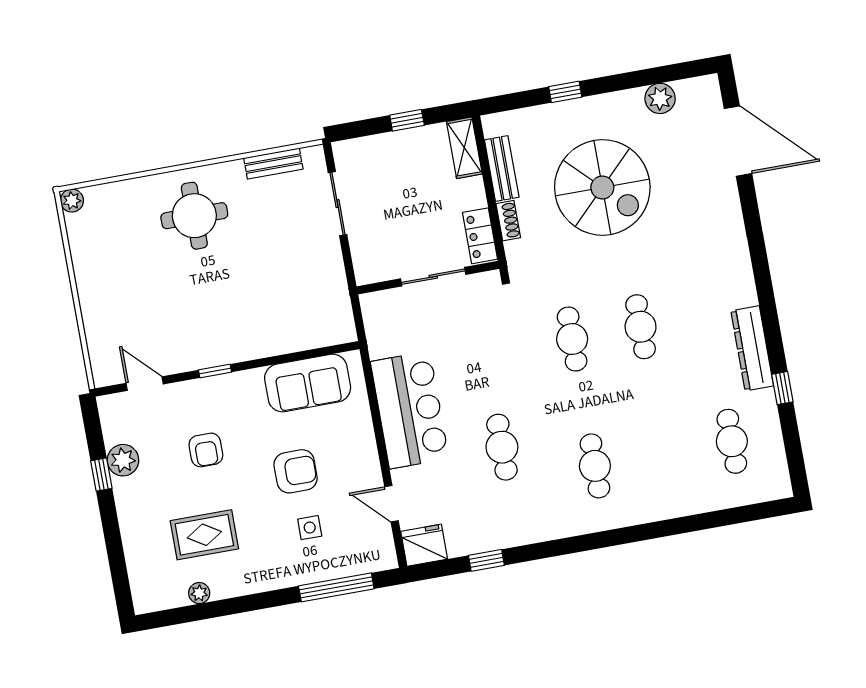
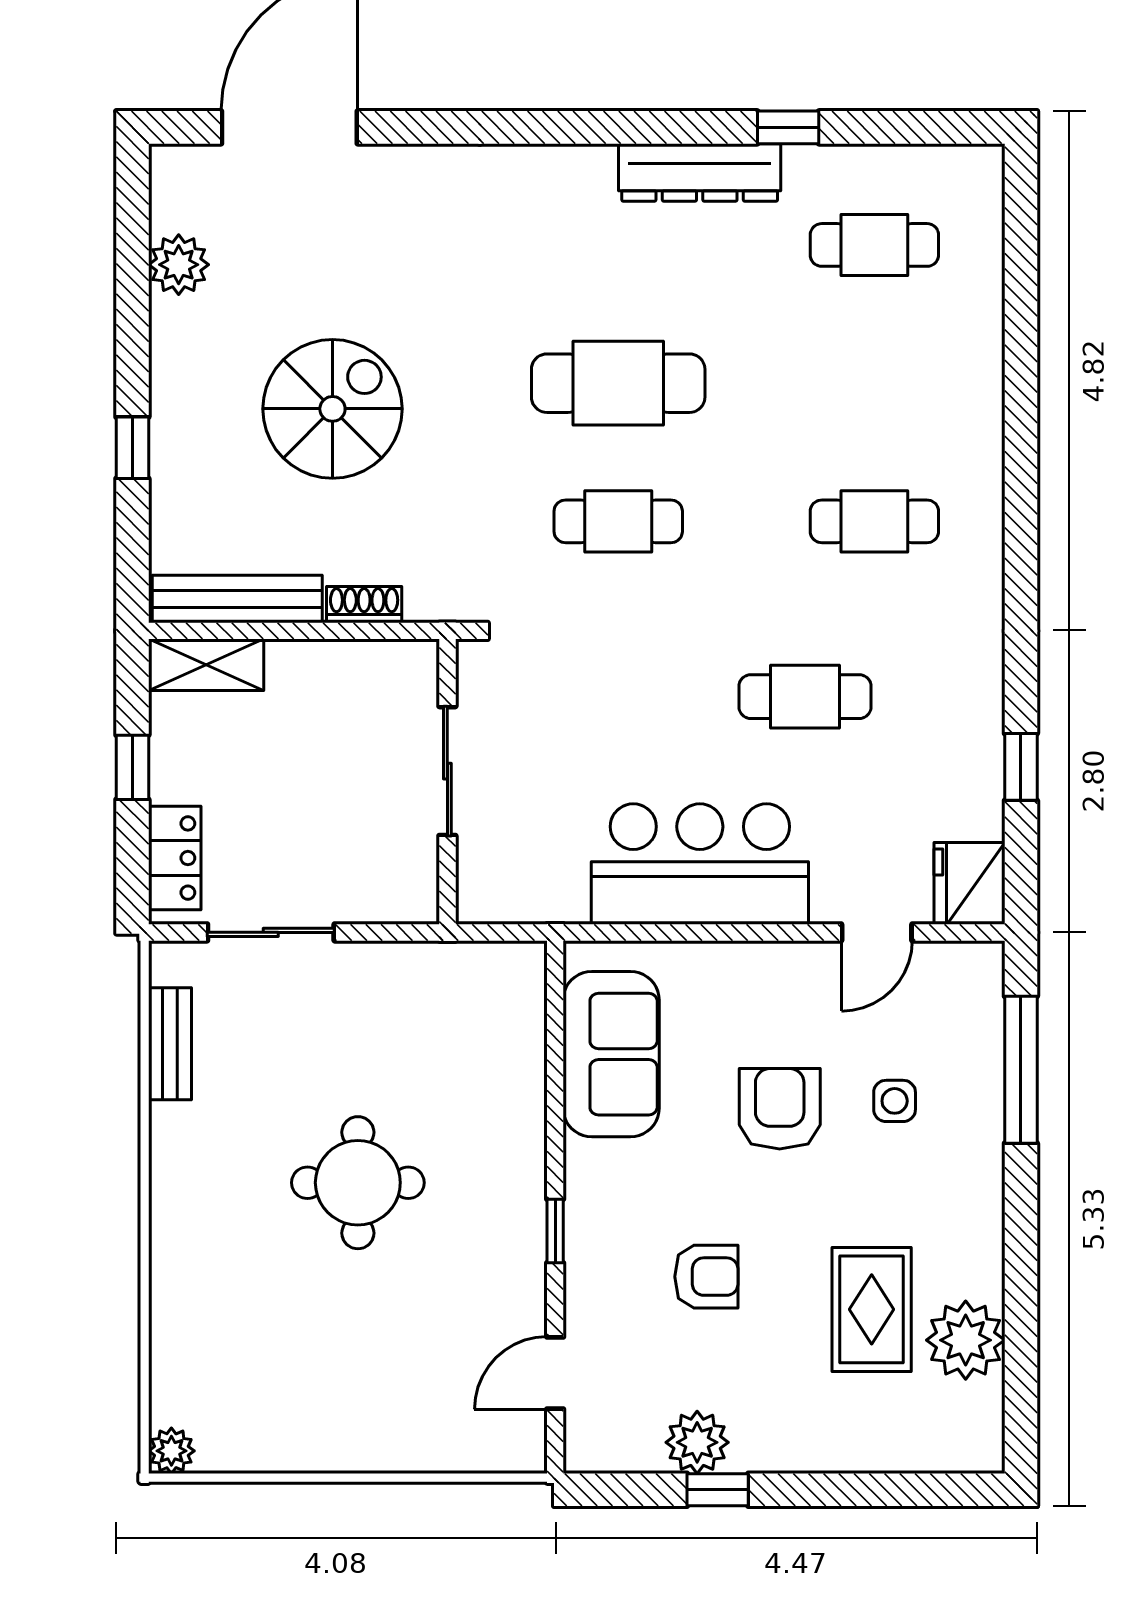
bench: (502, 169) -> (237, 599), width x1.36
spiral stairs: (602, 187) -> (332, 409), width x0.73, depth x0.73
round table: (194, 216) -> (358, 1183), moved
locker: (480, 236) -> (175, 858), moved, turned -90
cafe table: (641, 327) -> (618, 383), width x1.37, depth x1.35
plant: (199, 593) -> (966, 1340), width x1.88, depth x1.88

